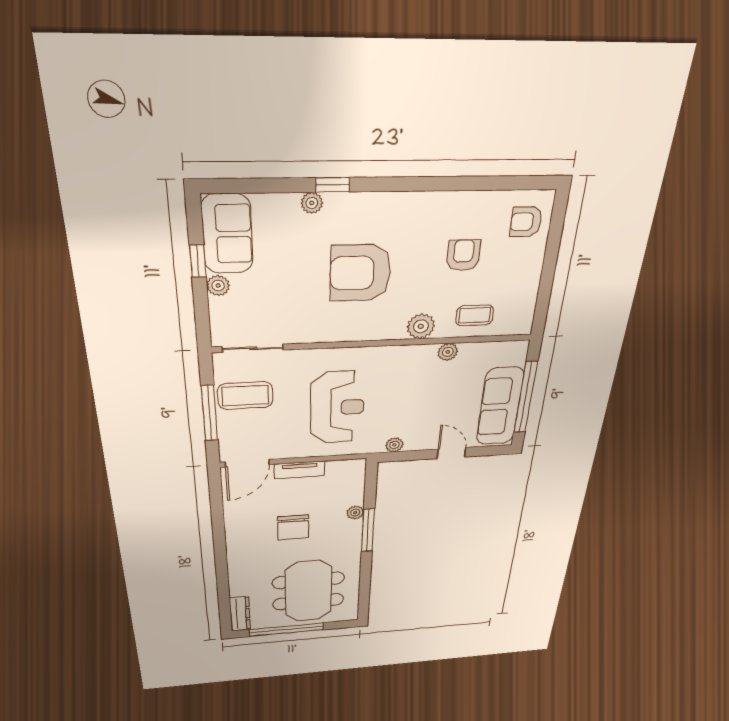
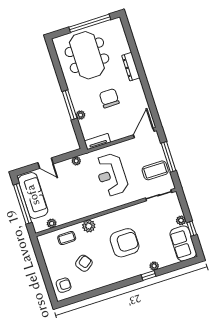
armchair: (463, 255) -> (84, 263), turned -125
plant: (448, 352) -> (52, 223), moved
tv unit: (300, 470) -> (97, 142), moved
dresser: (240, 614) -> (131, 67), moved

